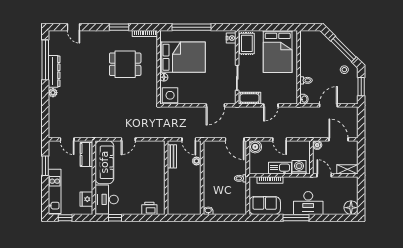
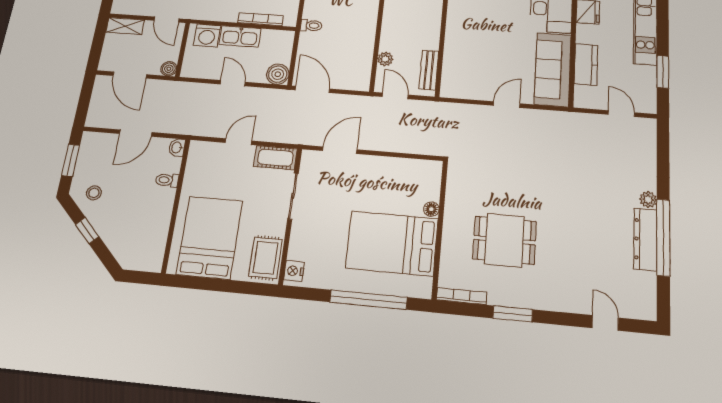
window: (343, 49) -> (87, 230), width x0.46
window: (45, 60) -> (663, 237), moved
side table: (170, 95) -> (422, 175), removed
kitchen counter: (87, 154) -> (586, 64), moved

